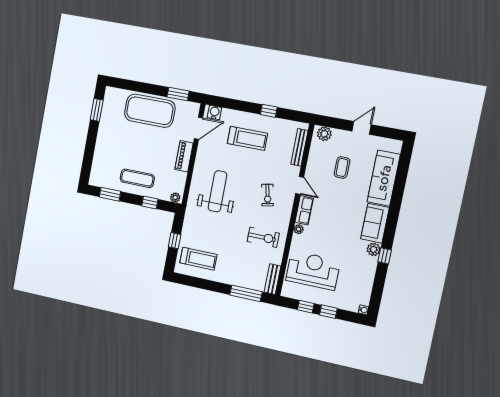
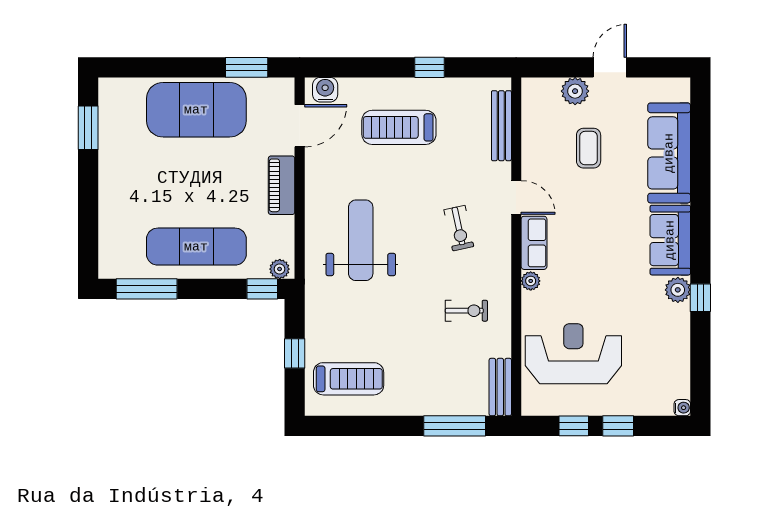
plant: (324, 134) -> (575, 91), moved
treadmill: (247, 138) -> (399, 127), turned 180
exercise mat: (137, 178) -> (196, 247), width x1.36, depth x1.45
window: (110, 194) -> (147, 289), width x1.44
window: (150, 202) -> (262, 289), moved
exercise bike: (263, 237) -> (466, 311), width x0.73, depth x0.72

